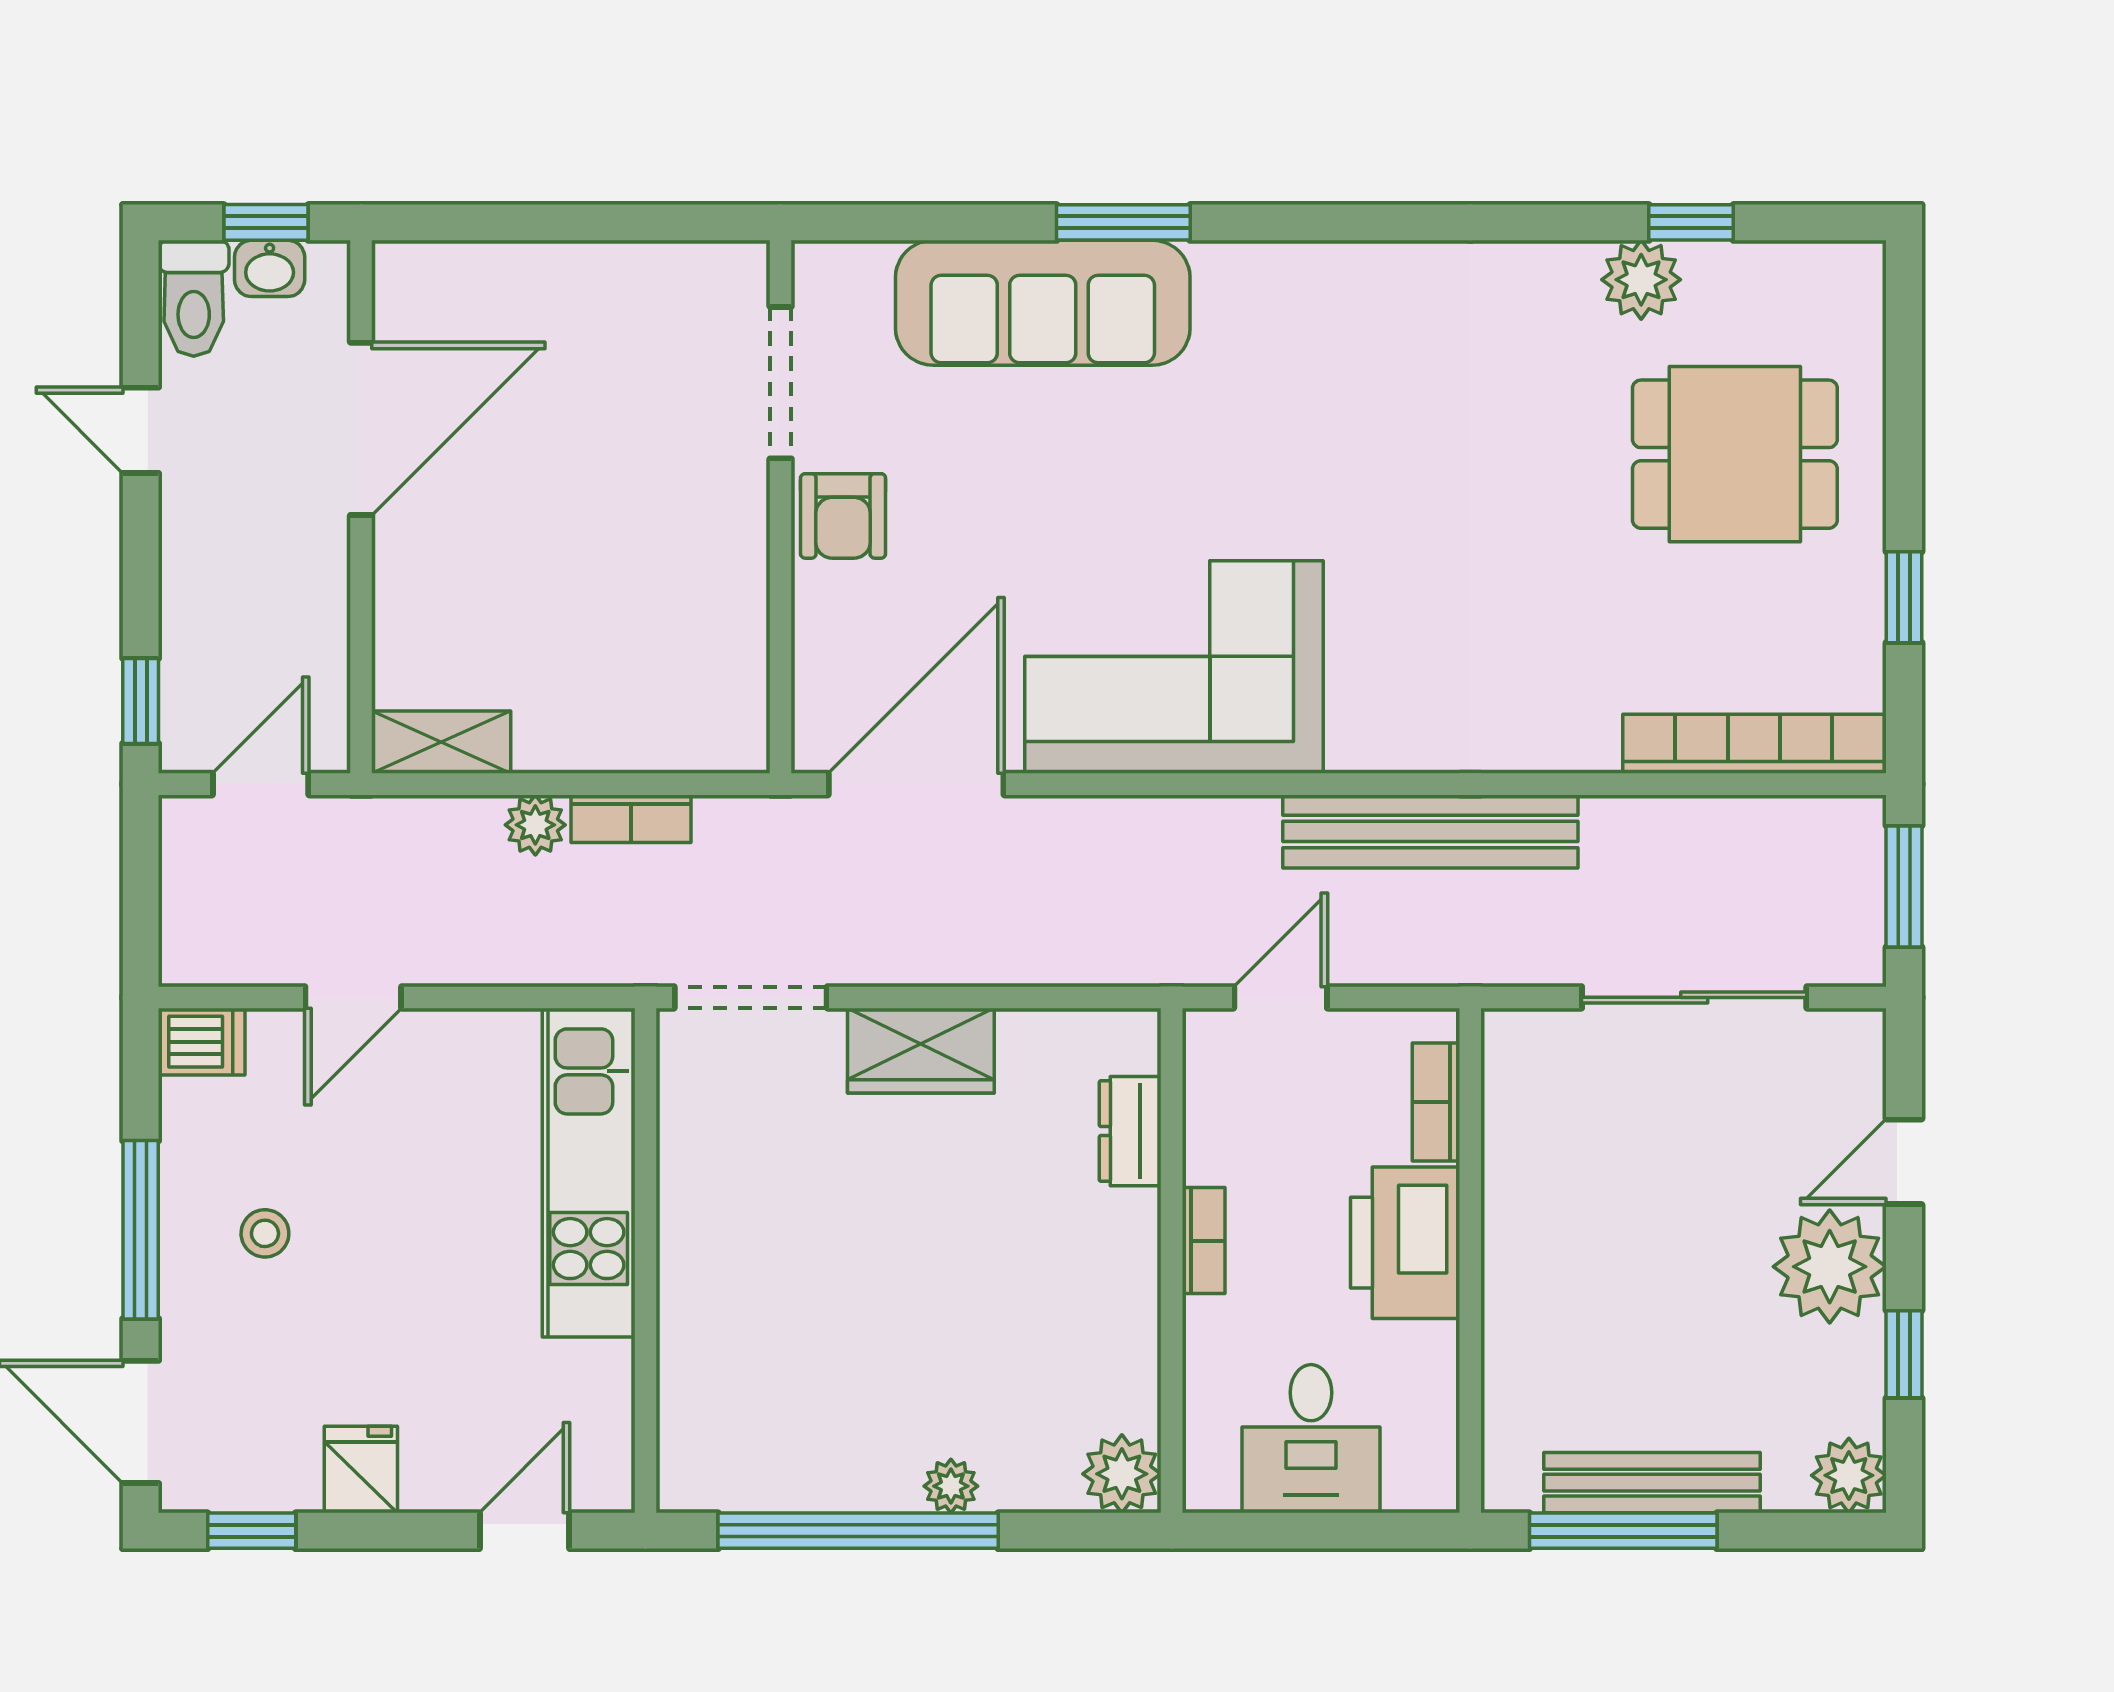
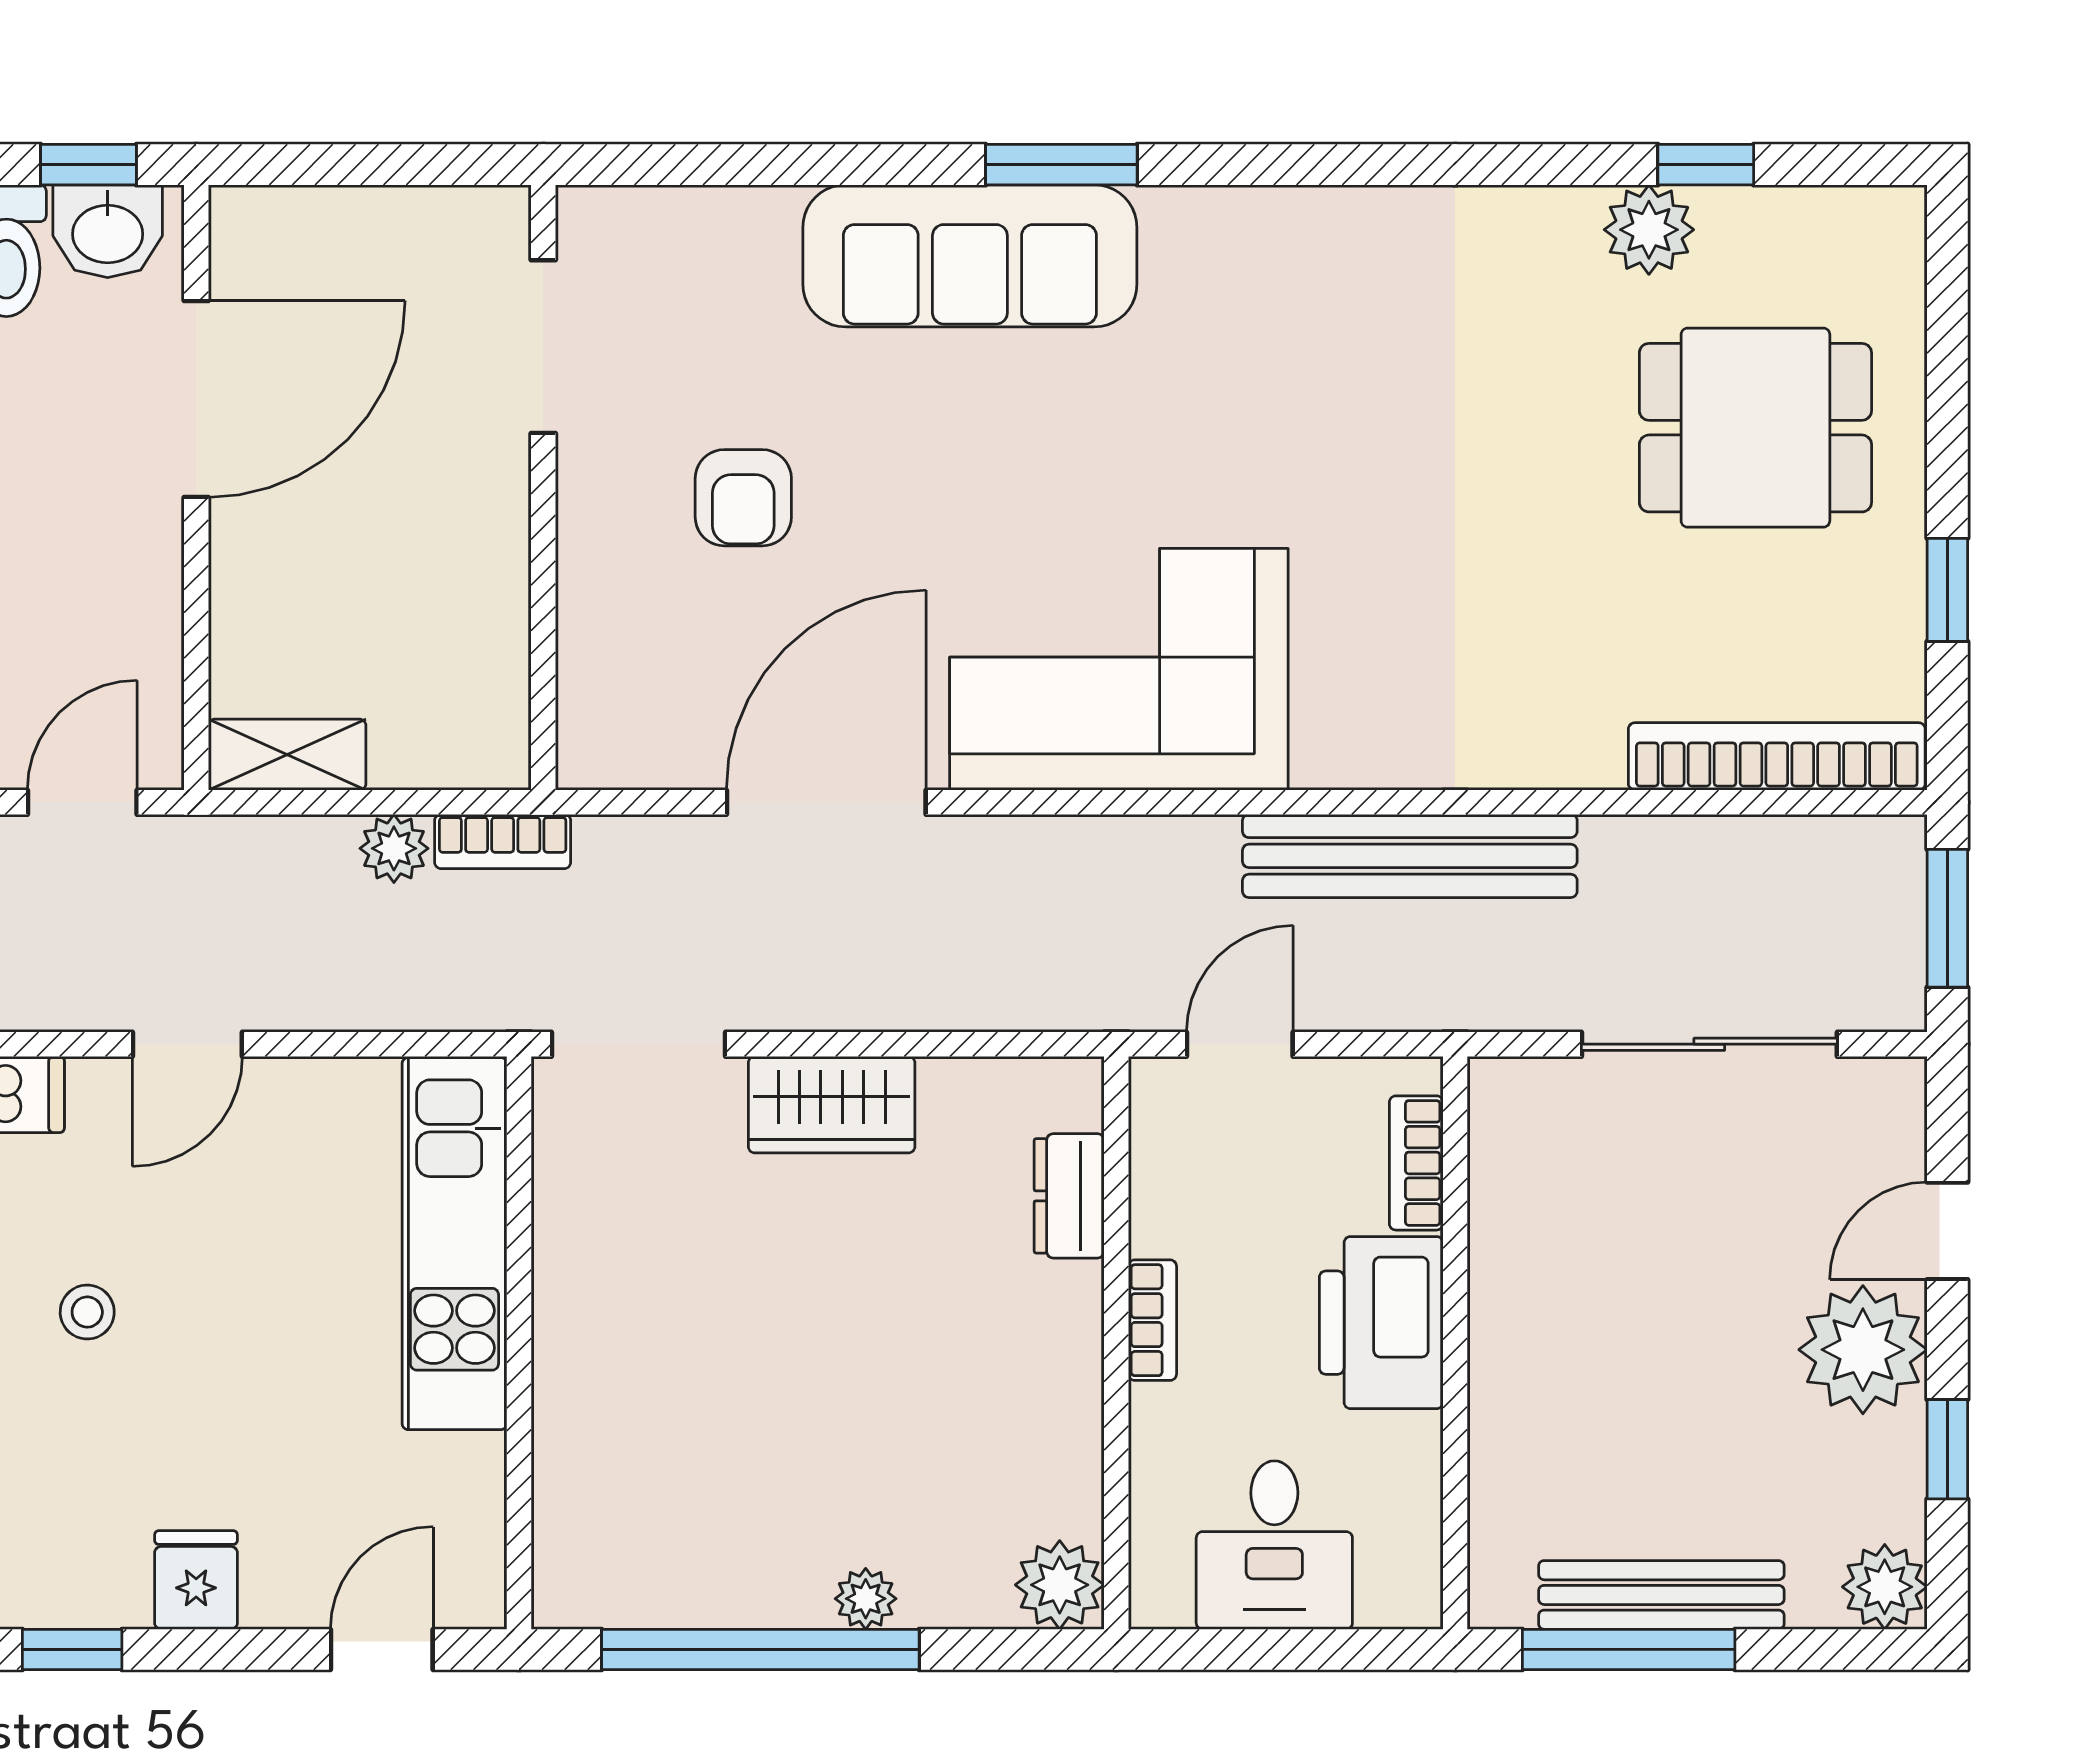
washbasin: (270, 268) -> (108, 231), width x1.38, depth x1.45
doorway: (781, 383) -> (543, 347), moved
wall: (781, 507) -> (543, 487), moved

